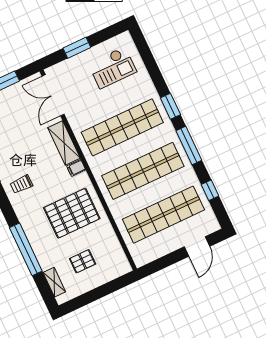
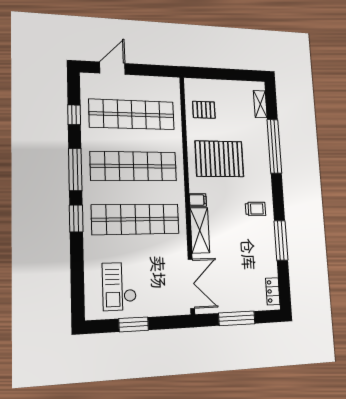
window: (77, 48) -> (134, 324), moved
checkout: (112, 68) -> (119, 286), turned -90
pallet: (83, 261) -> (204, 110), moved

